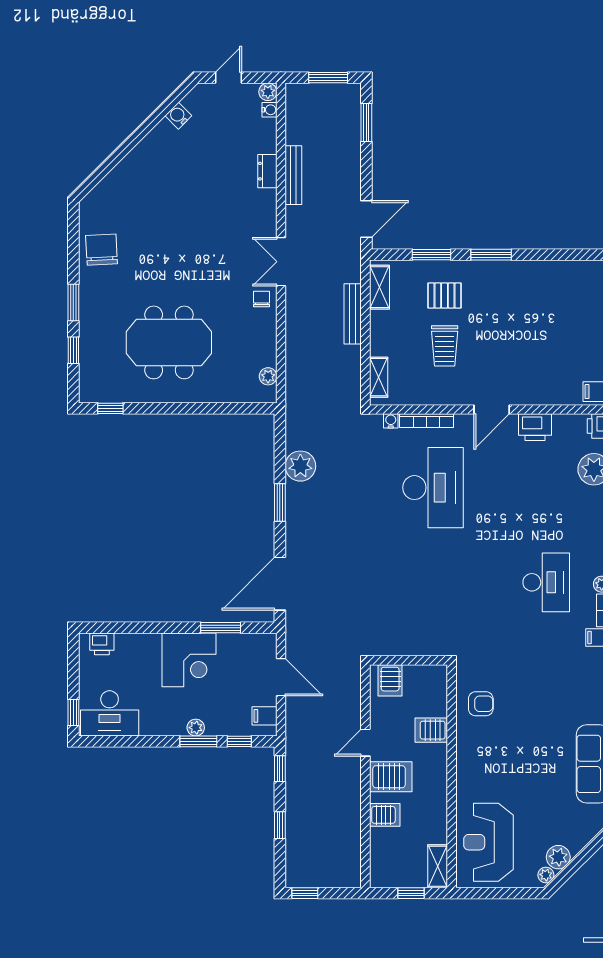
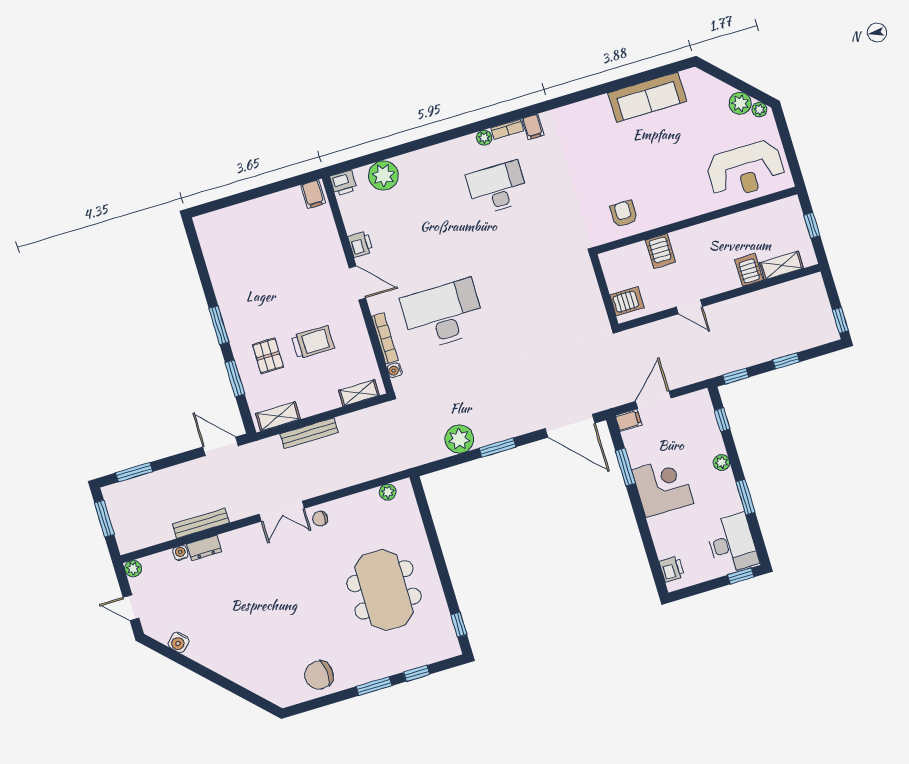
water cooler: (269, 110) -> (180, 553), moved
printer: (535, 427) -> (360, 244), width x0.73, depth x0.81
filing cabinet: (264, 716) -> (628, 420), moved, turned -90
window: (198, 741) -> (745, 497), moved
server rack: (391, 777) -> (713, 275), removed
shelving: (438, 866) -> (781, 265), moved

